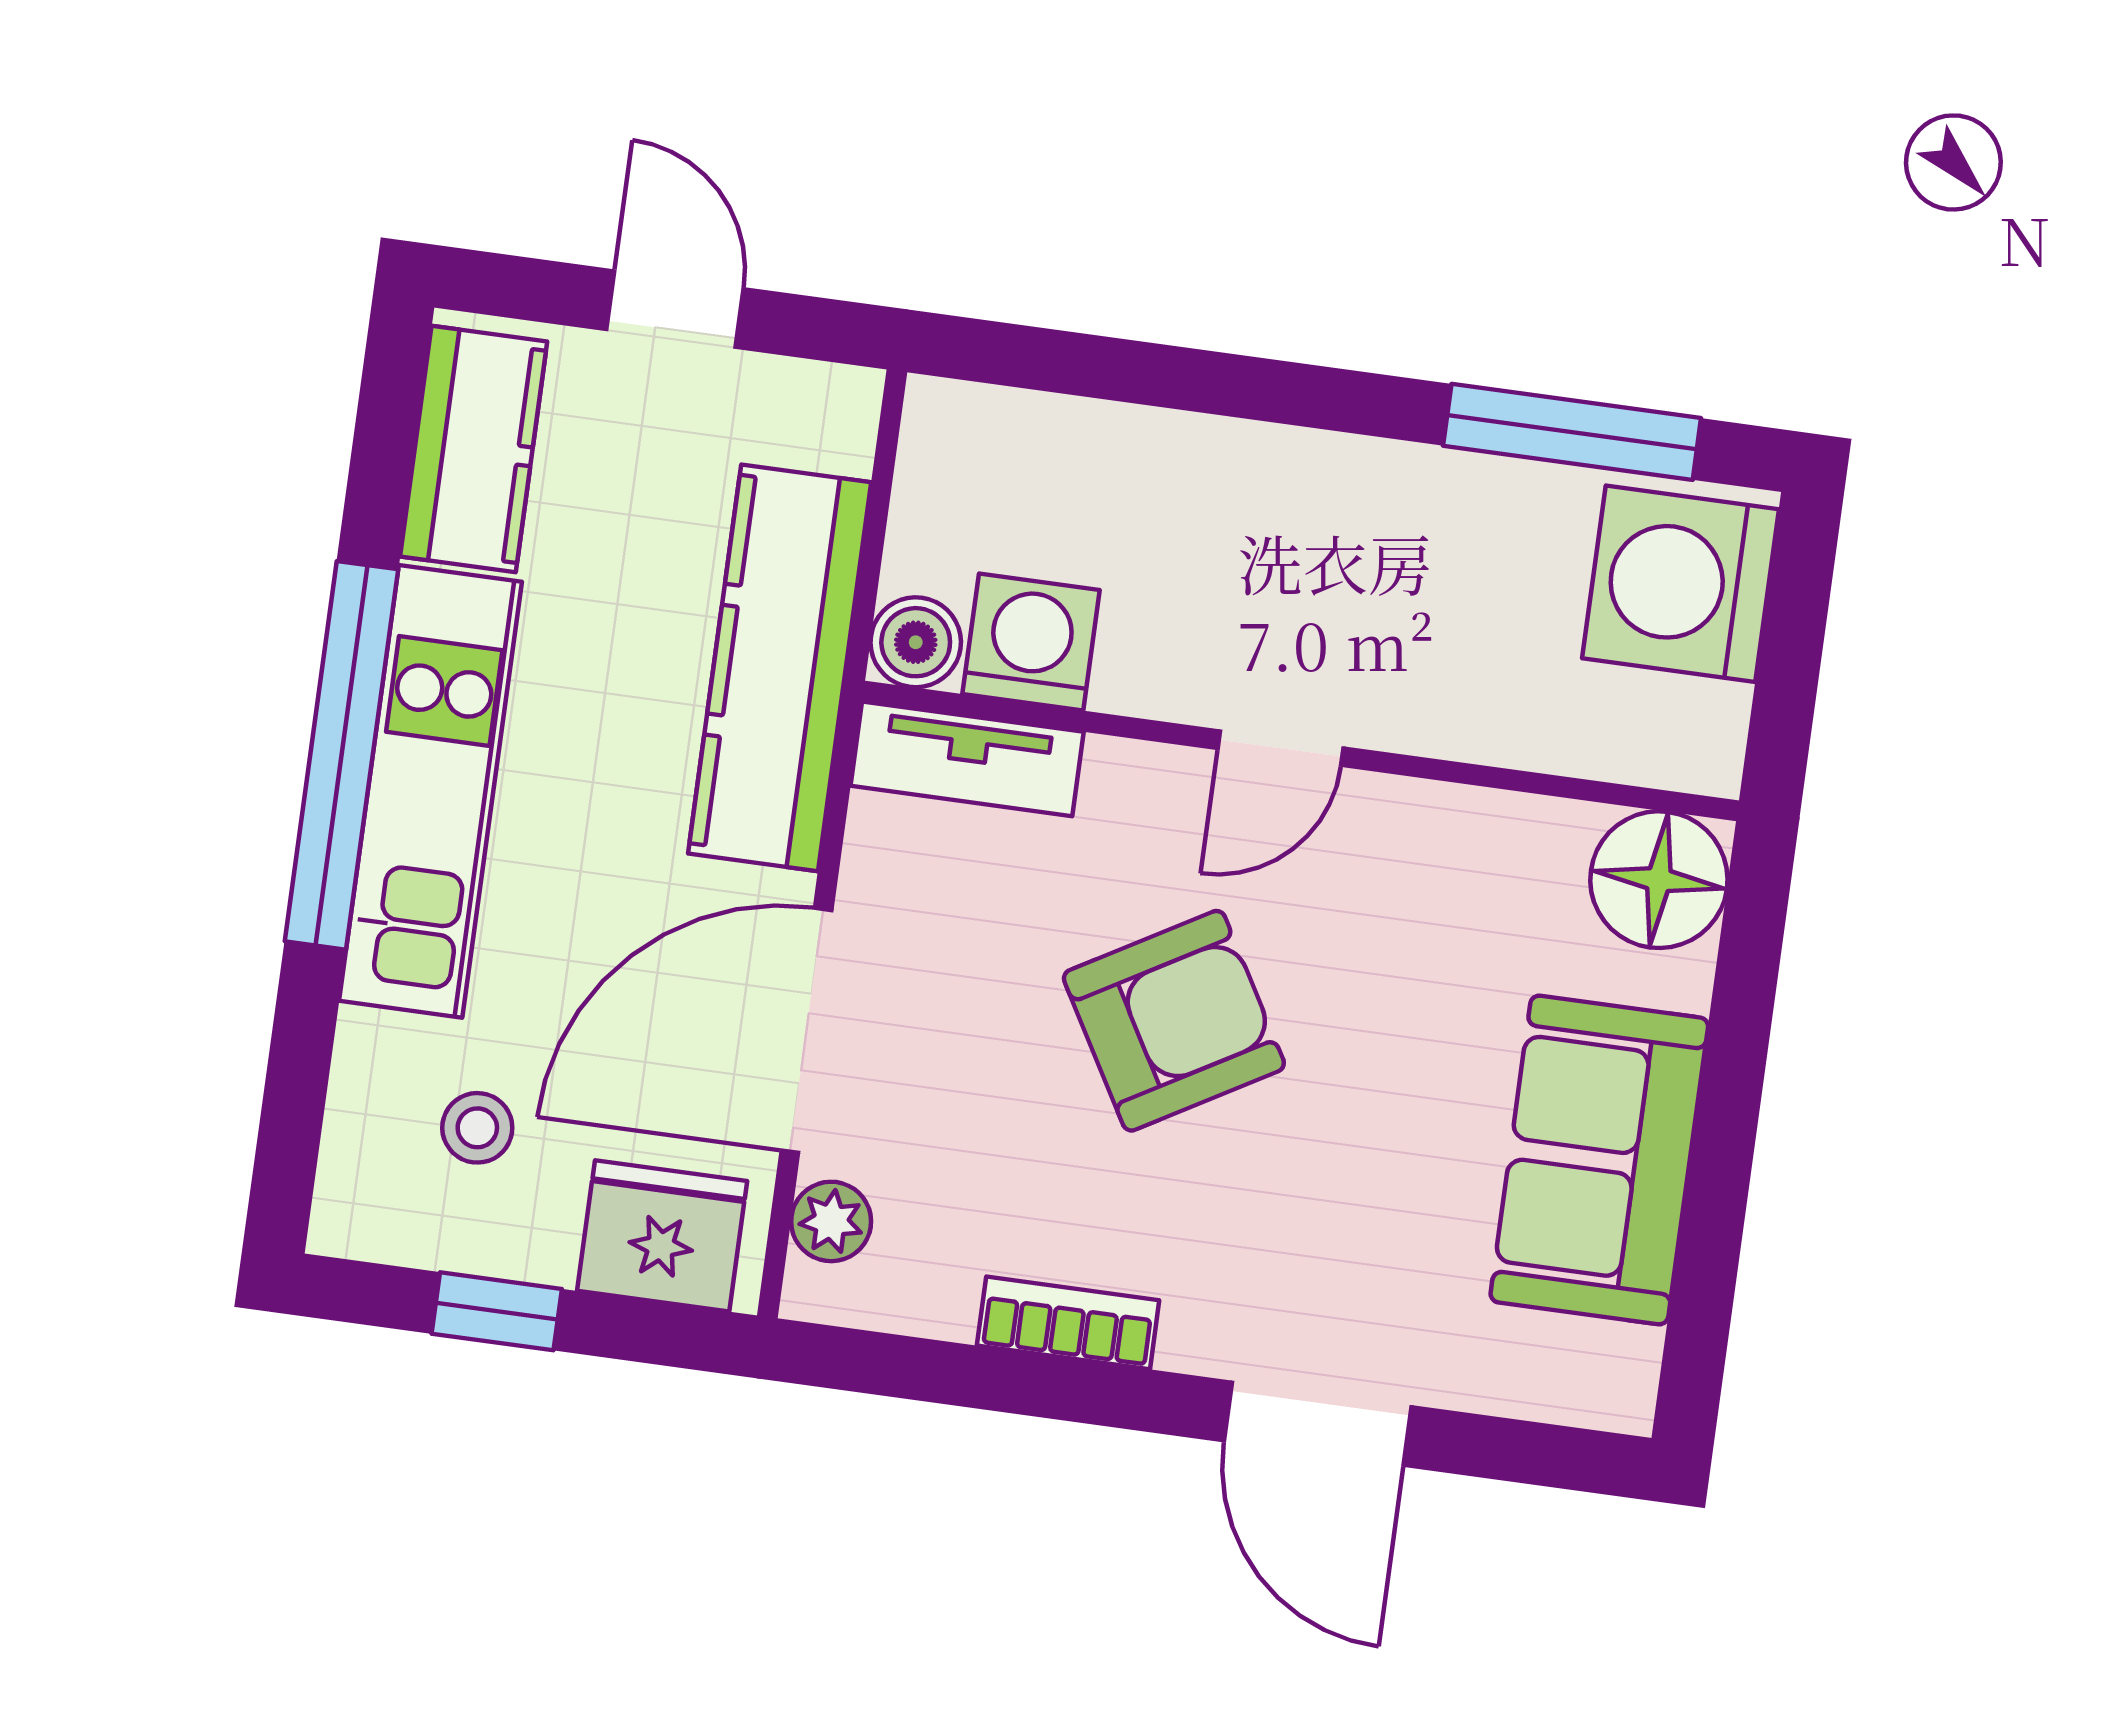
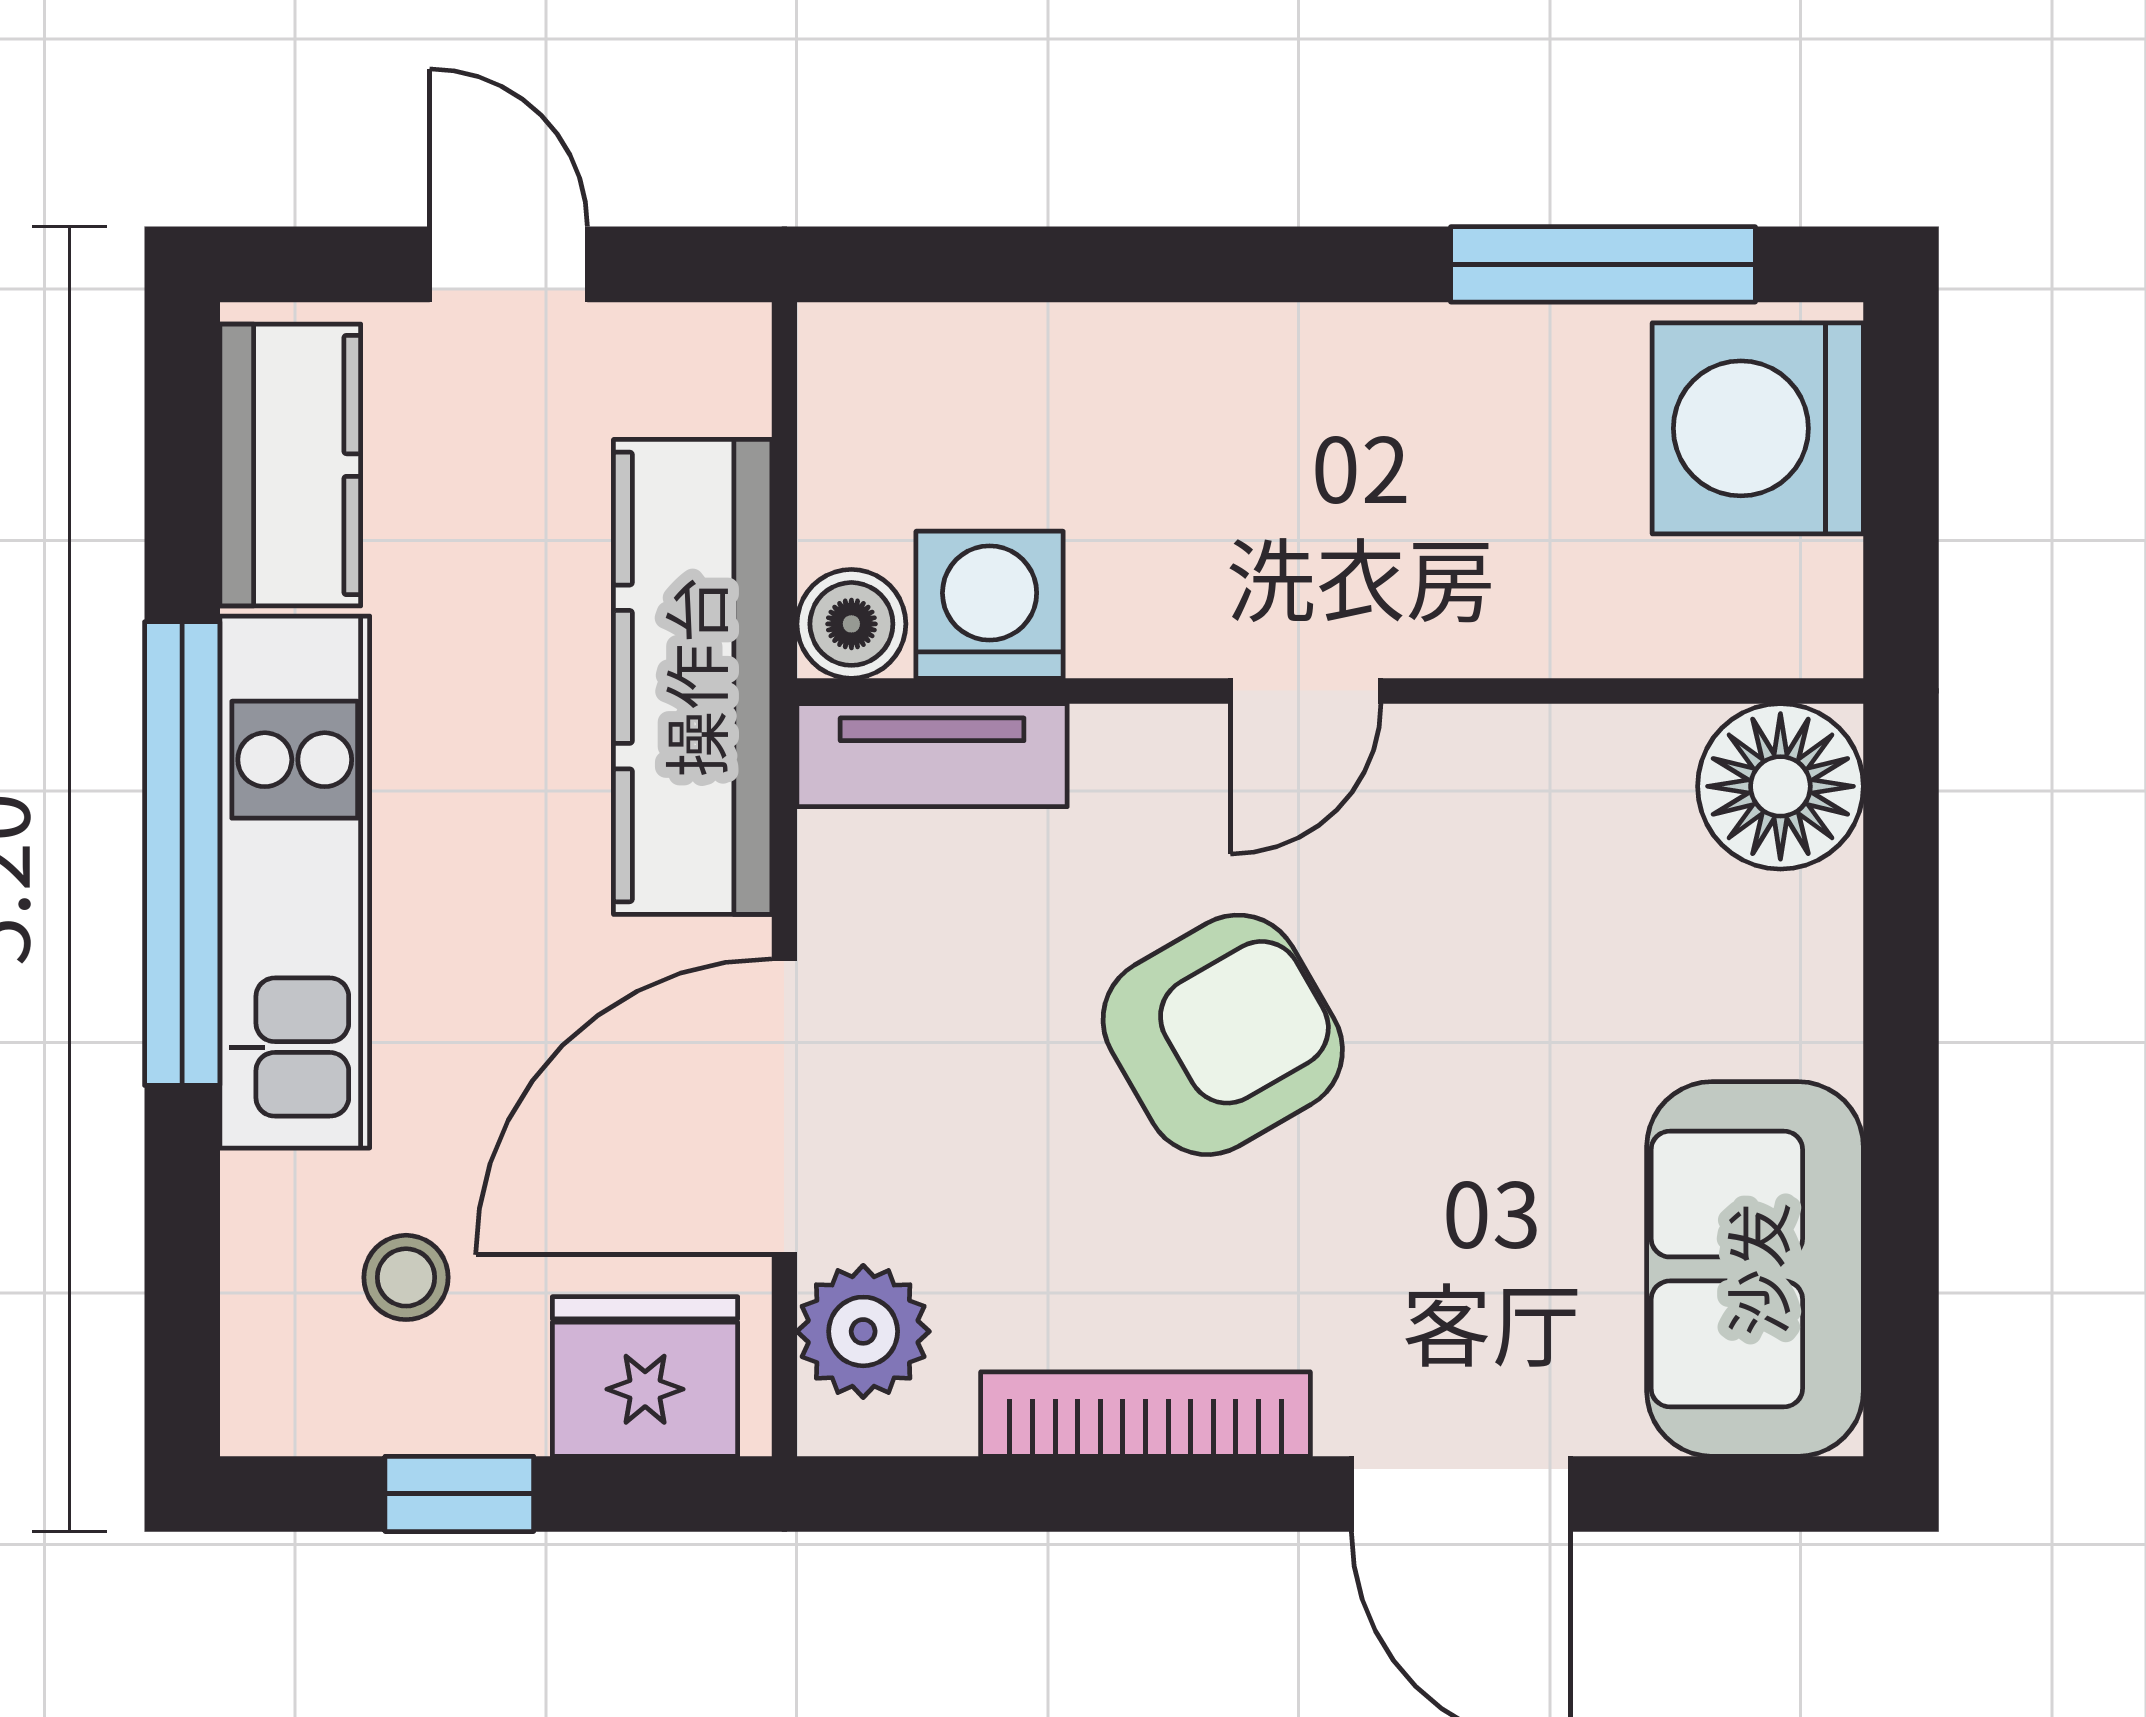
sofa: (1599, 1160) -> (1755, 1269), moved
plant: (831, 1221) -> (863, 1331), width x1.38, depth x1.38
bookcase: (1068, 1323) -> (1145, 1414), width x1.56

